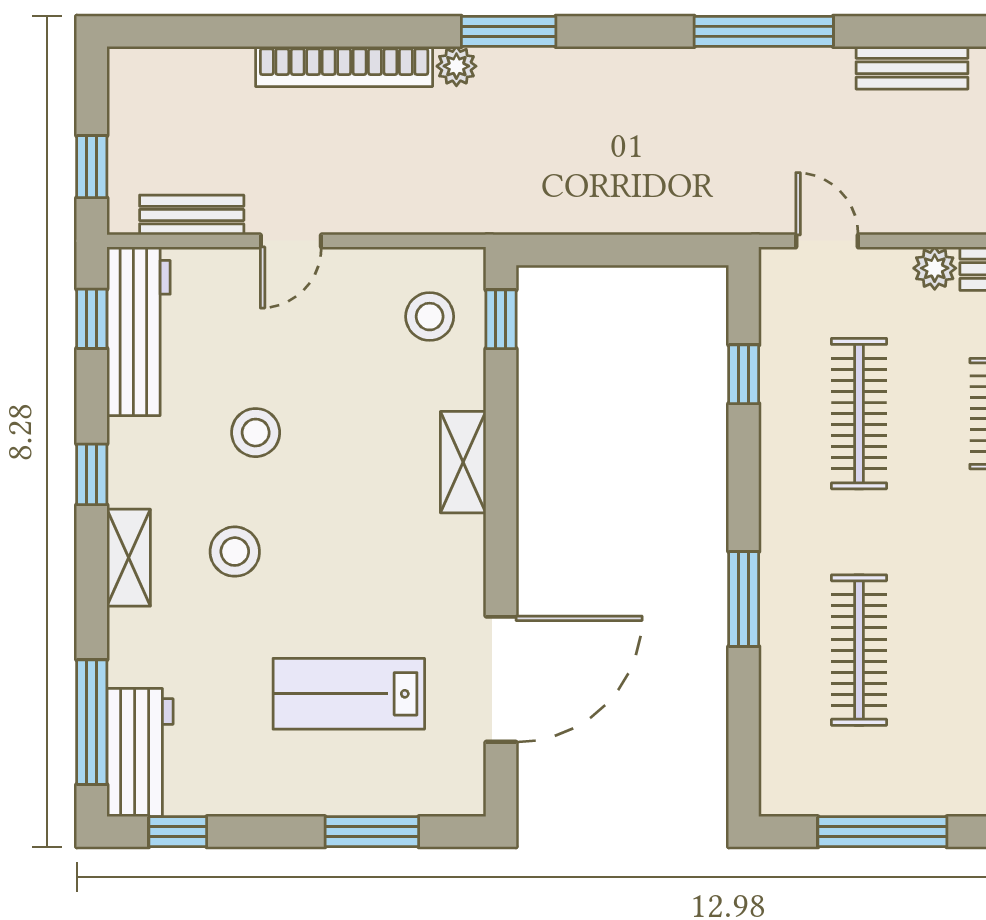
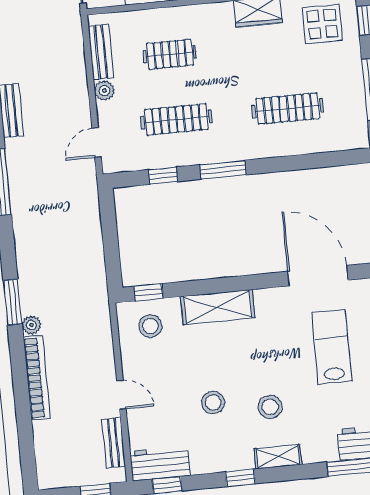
workbench: (139, 331) -> (160, 463), width x0.73
shelving: (463, 462) -> (218, 307), width x1.50, depth x1.33
window: (744, 599) -> (223, 170), moved
lab bench: (349, 694) -> (332, 347), turned 180

